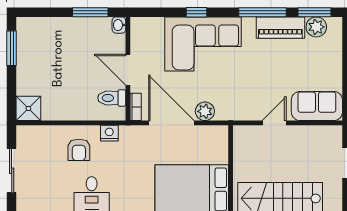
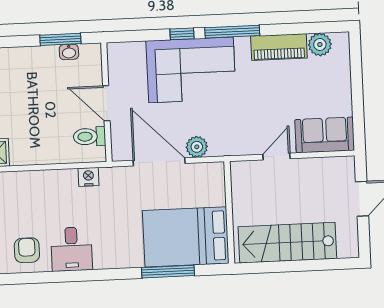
window: (262, 12) -> (232, 32), moved
window: (315, 12) -> (317, 28), removed
washbasin: (119, 25) -> (69, 52), moved, turned -90
bookcase: (136, 107) -> (117, 145), removed
armchair: (79, 150) -> (27, 250), moved, turned 180

